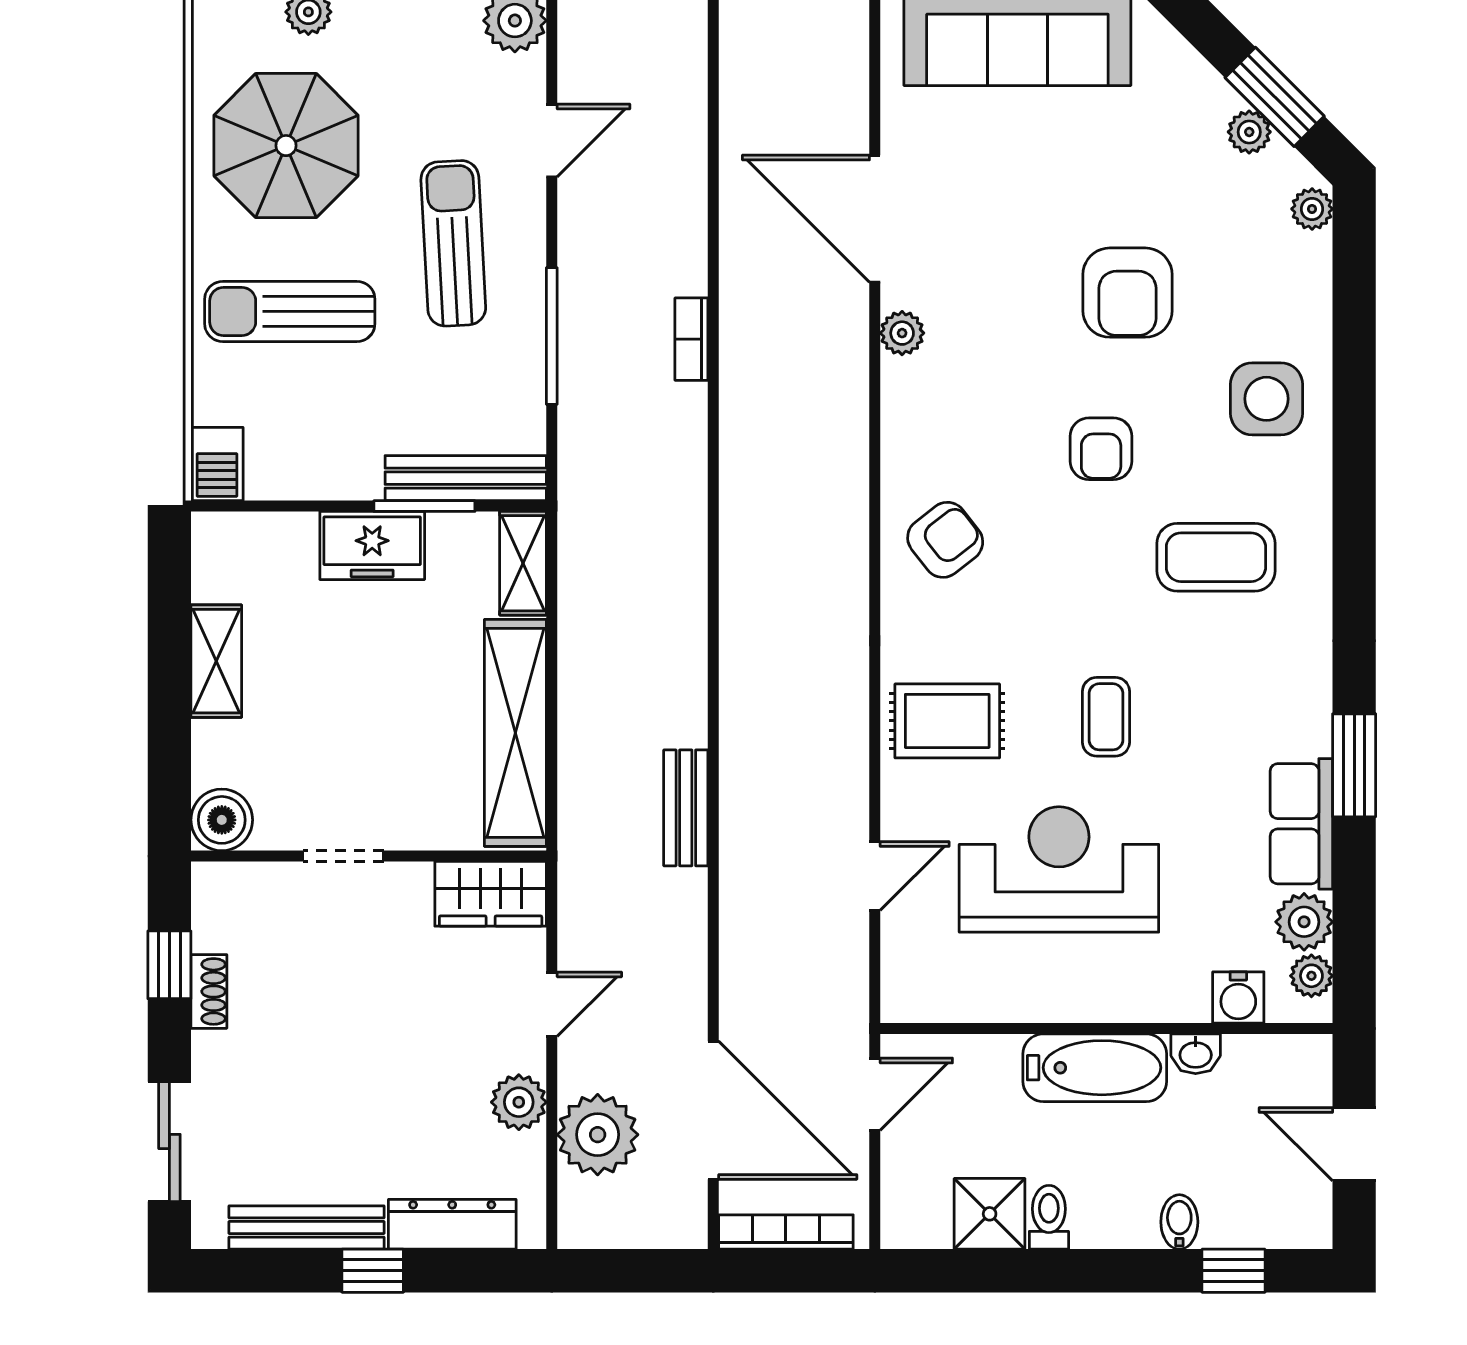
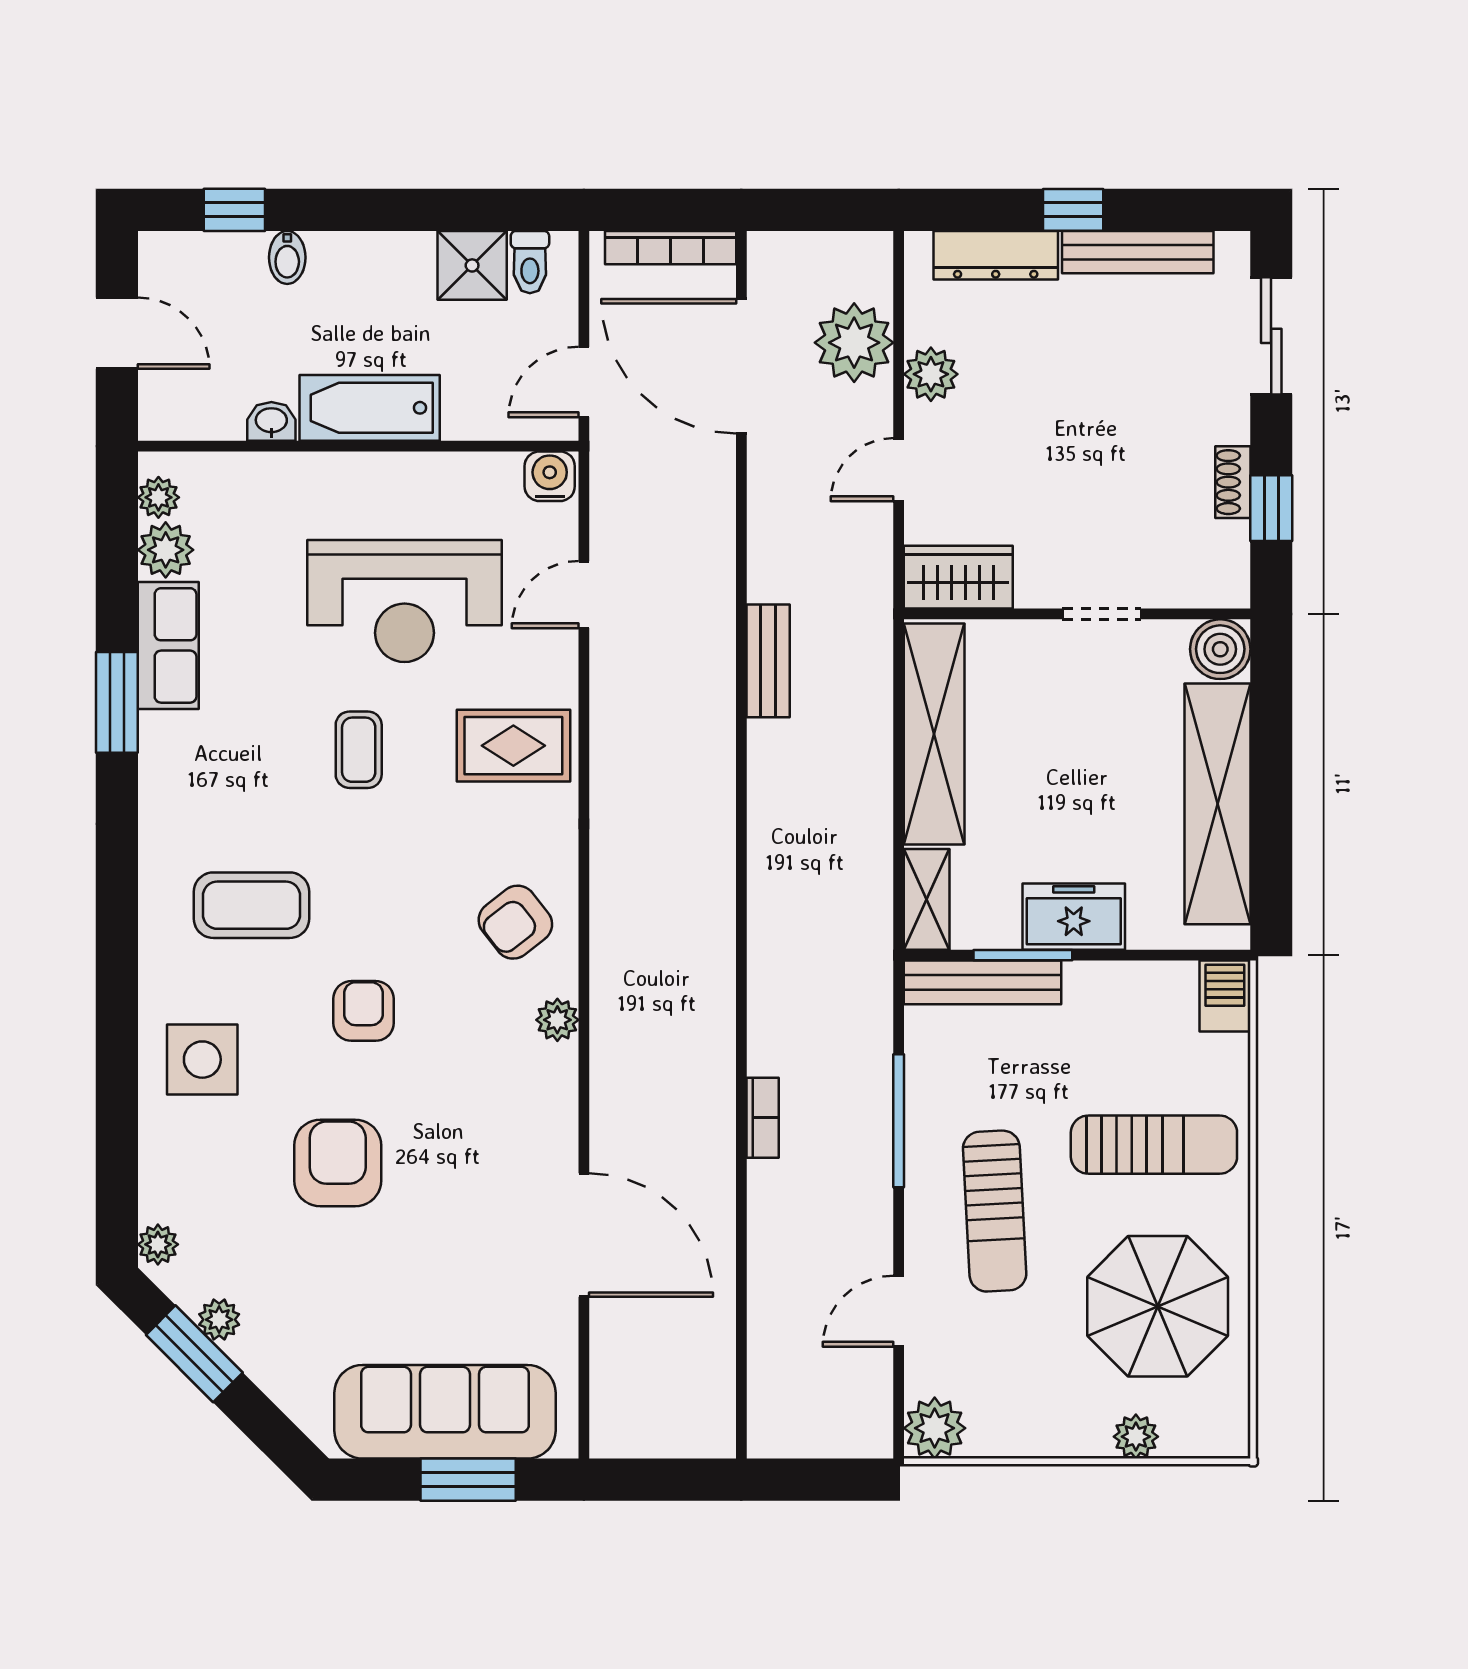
plant: (902, 333) -> (557, 1020), moved
shelving: (216, 661) -> (1217, 804), width x2.20, depth x1.33
water cooler: (1238, 997) -> (550, 476), moved
toilet: (1049, 1217) -> (530, 262), moved

